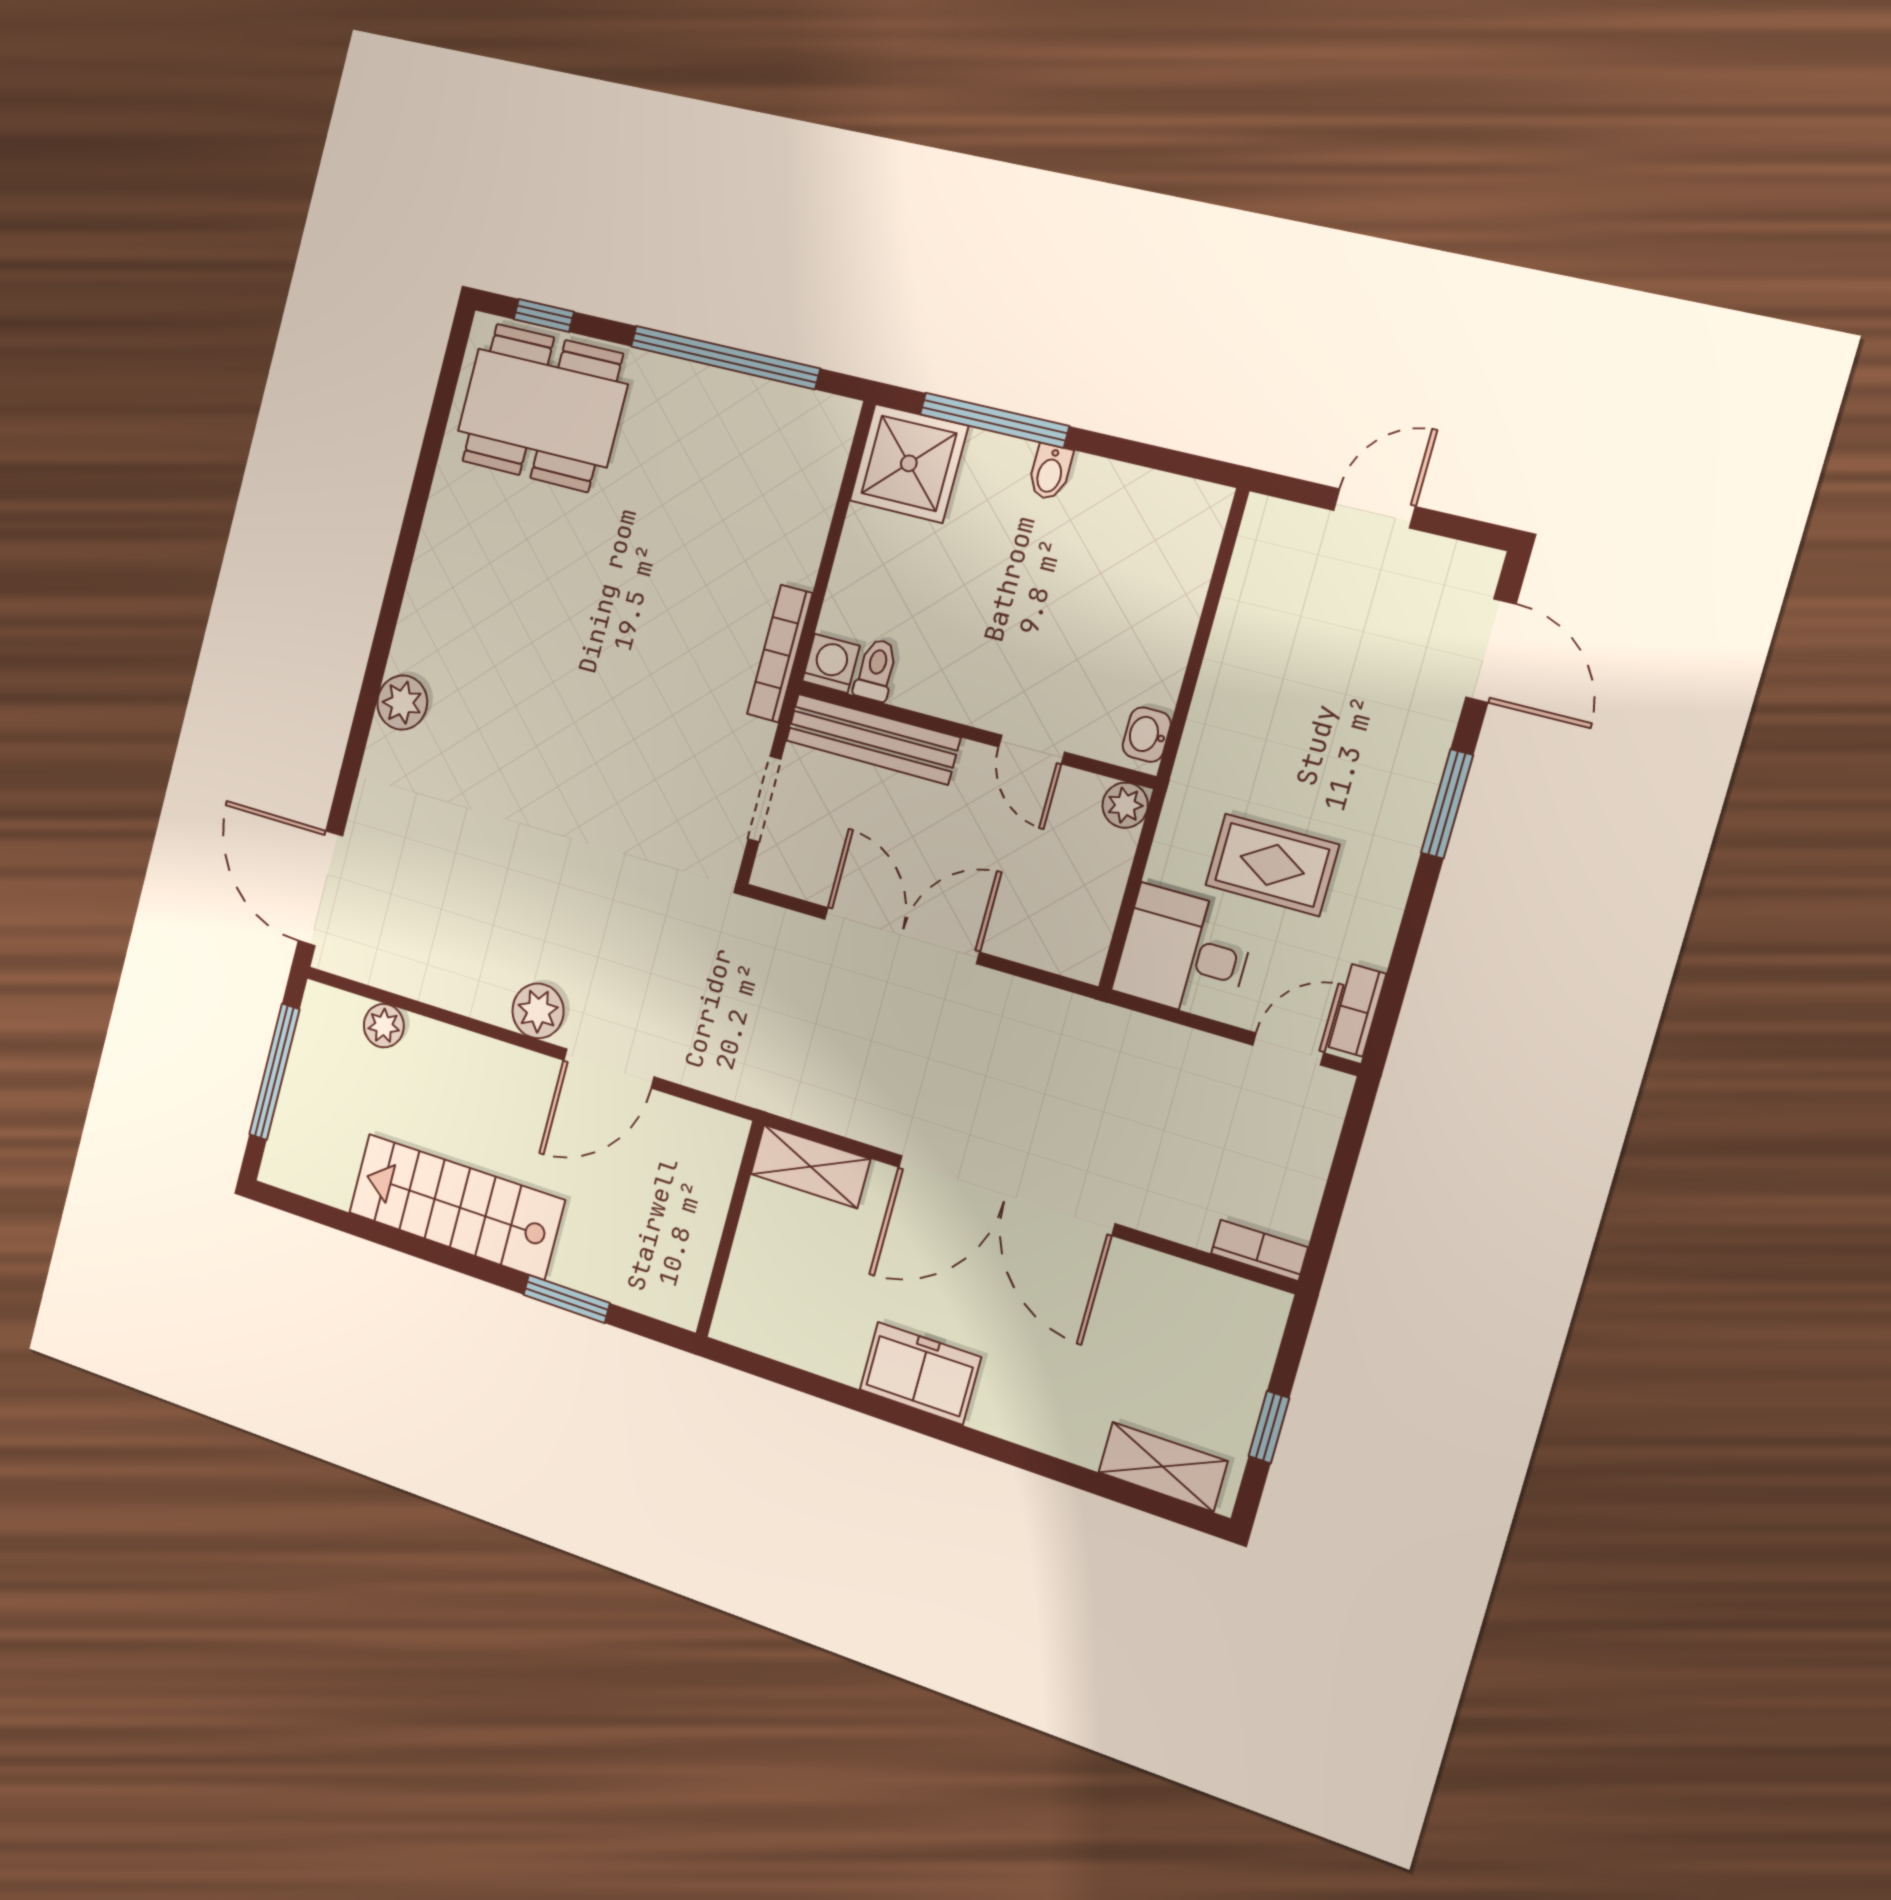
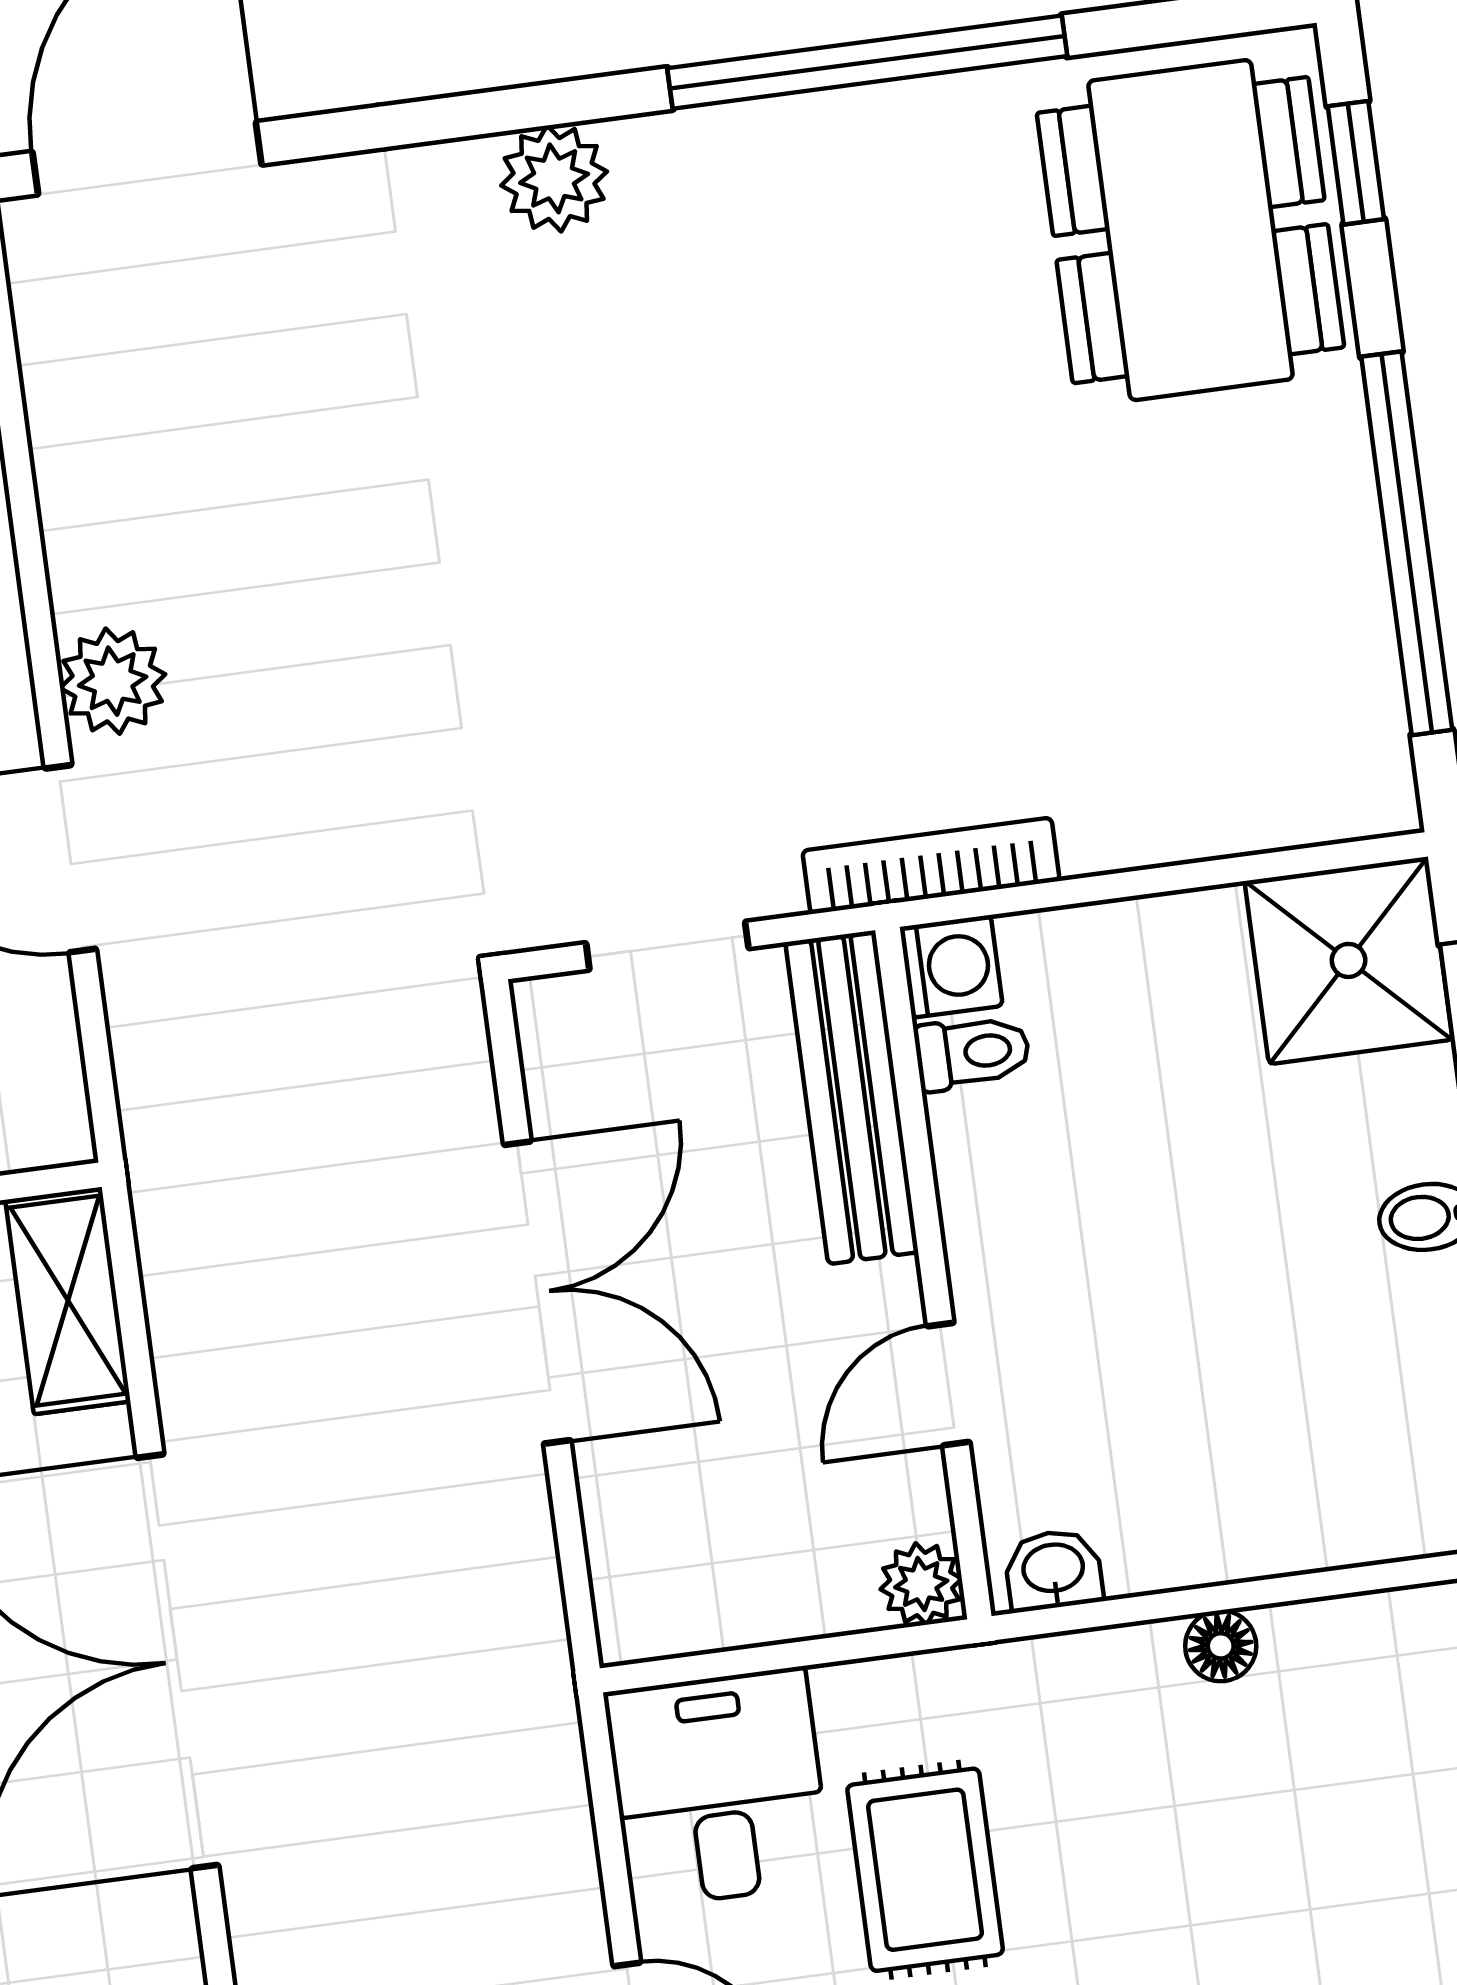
window: (410, 533) -> (867, 62), added
floor lamp: (1222, 664) -> (1221, 1646), added

